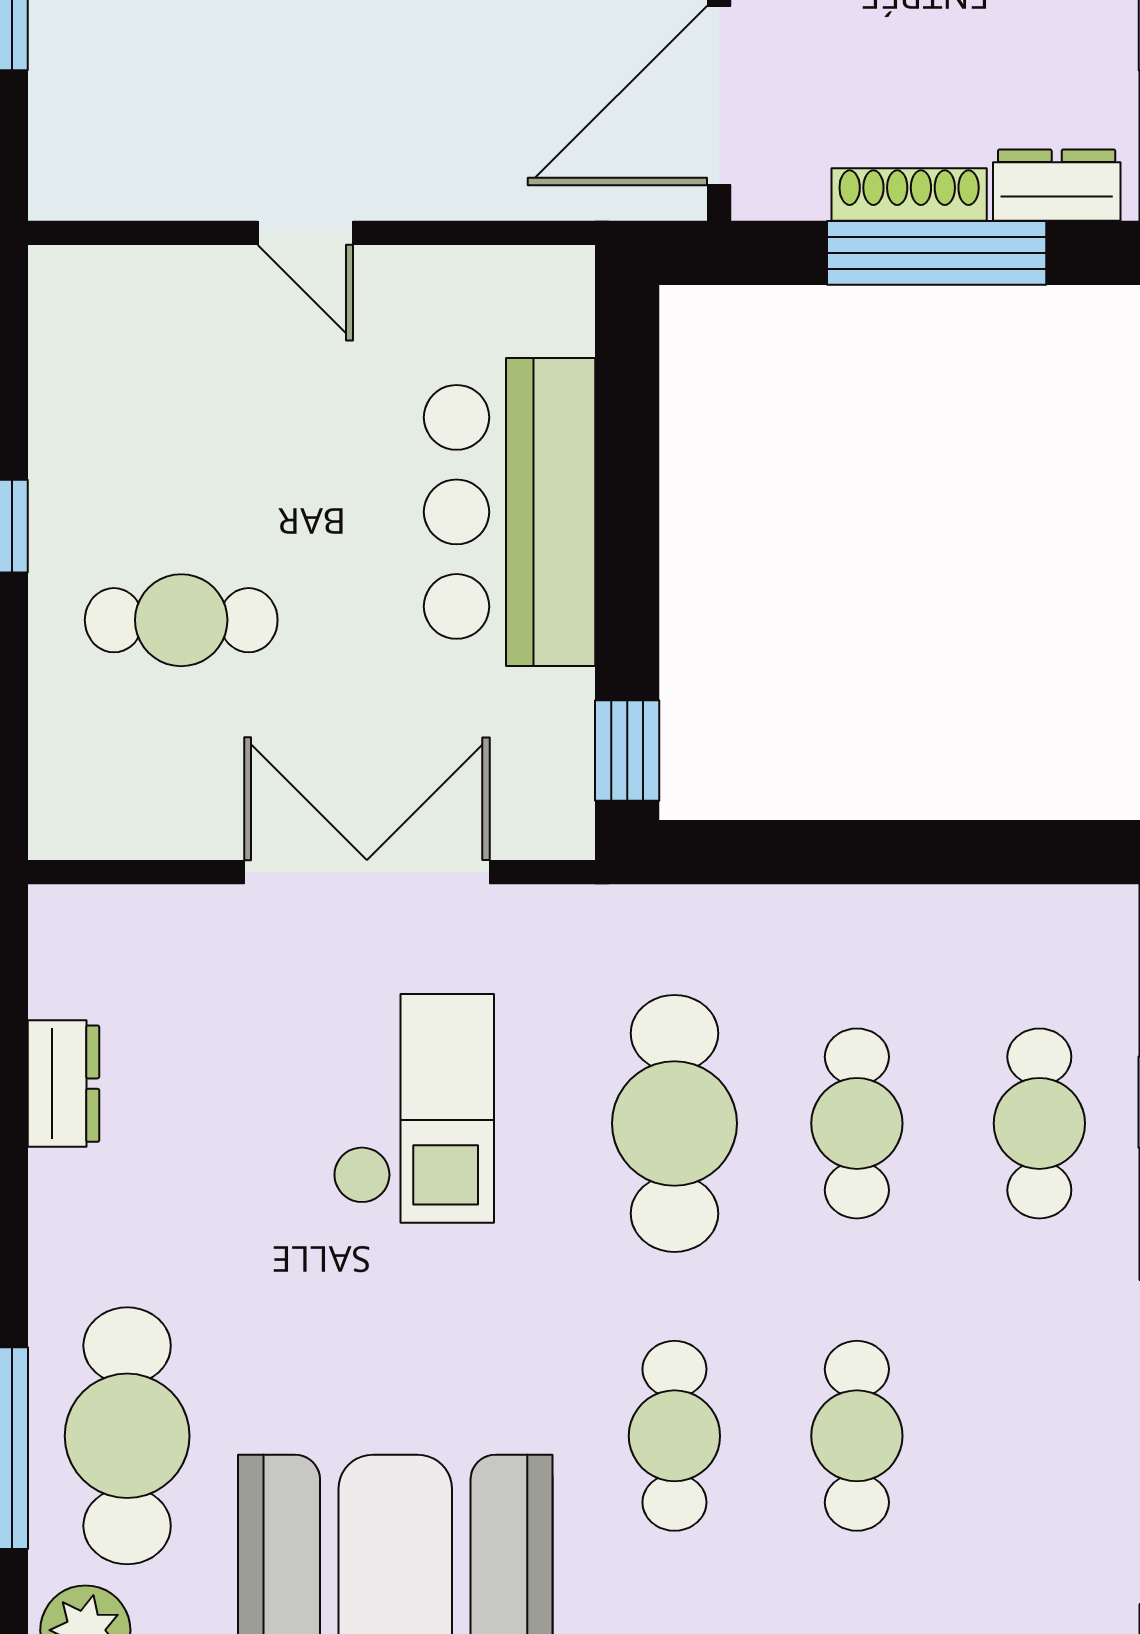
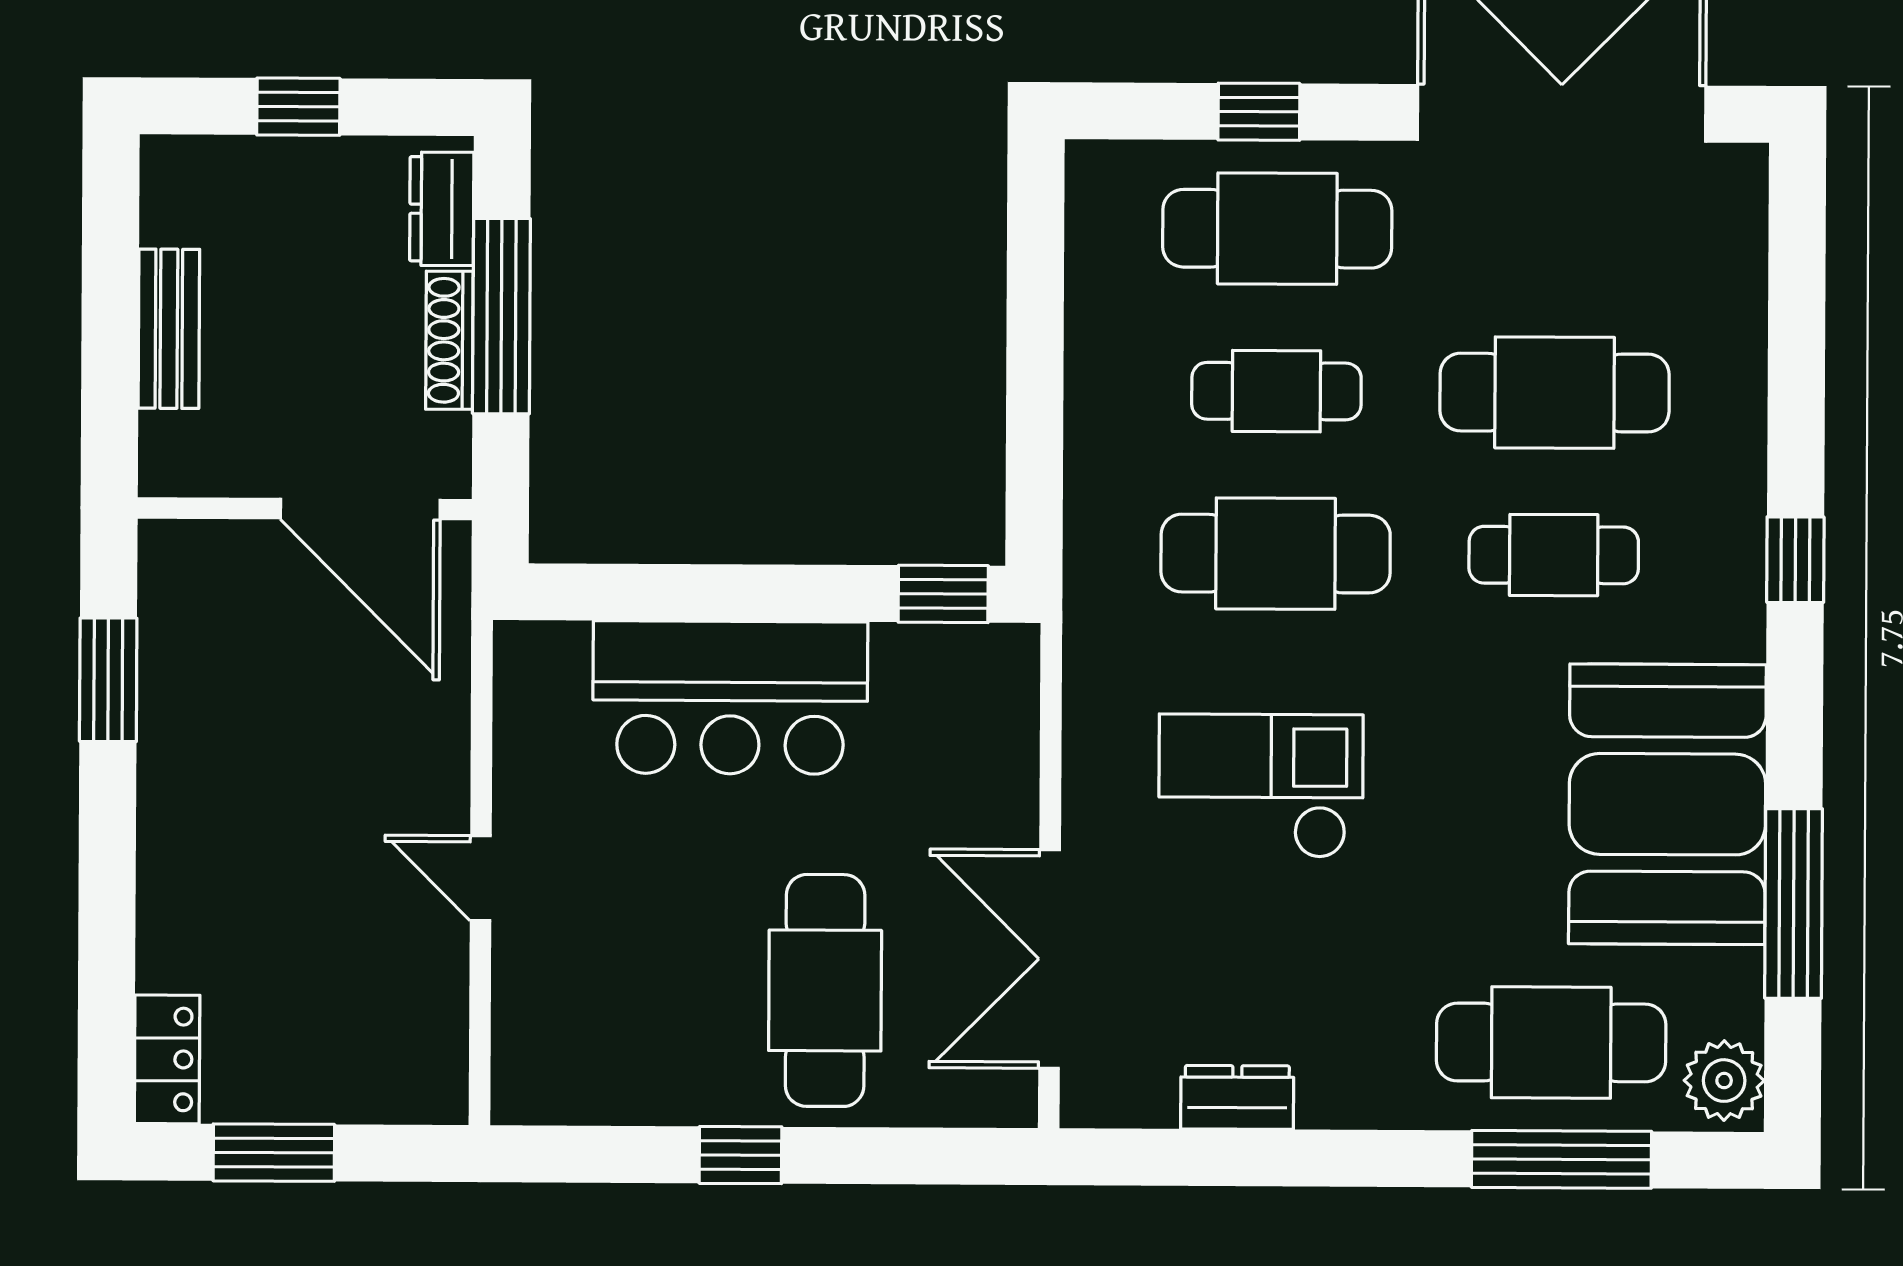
door: (305, 233) -> (481, 878), swing flipped
cafe table: (181, 620) -> (825, 990), width x1.37, depth x1.35
double door: (367, 872) -> (1050, 959), moved
cafe table: (1039, 1123) -> (1277, 229), width x1.37, depth x1.35
cafe table: (857, 1436) -> (1555, 393), width x1.37, depth x1.35

